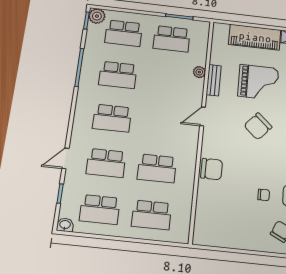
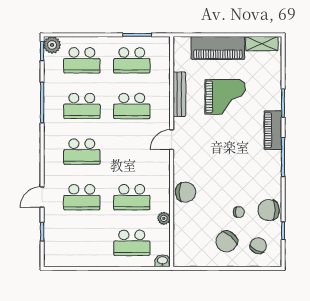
plant: (199, 72) -> (164, 218), moved
bench: (214, 80) -> (179, 94), width x1.36
chair: (258, 126) -> (227, 241), moved
school desk: (100, 209) -> (132, 106), moved
washbasin: (65, 225) -> (163, 261), moved

